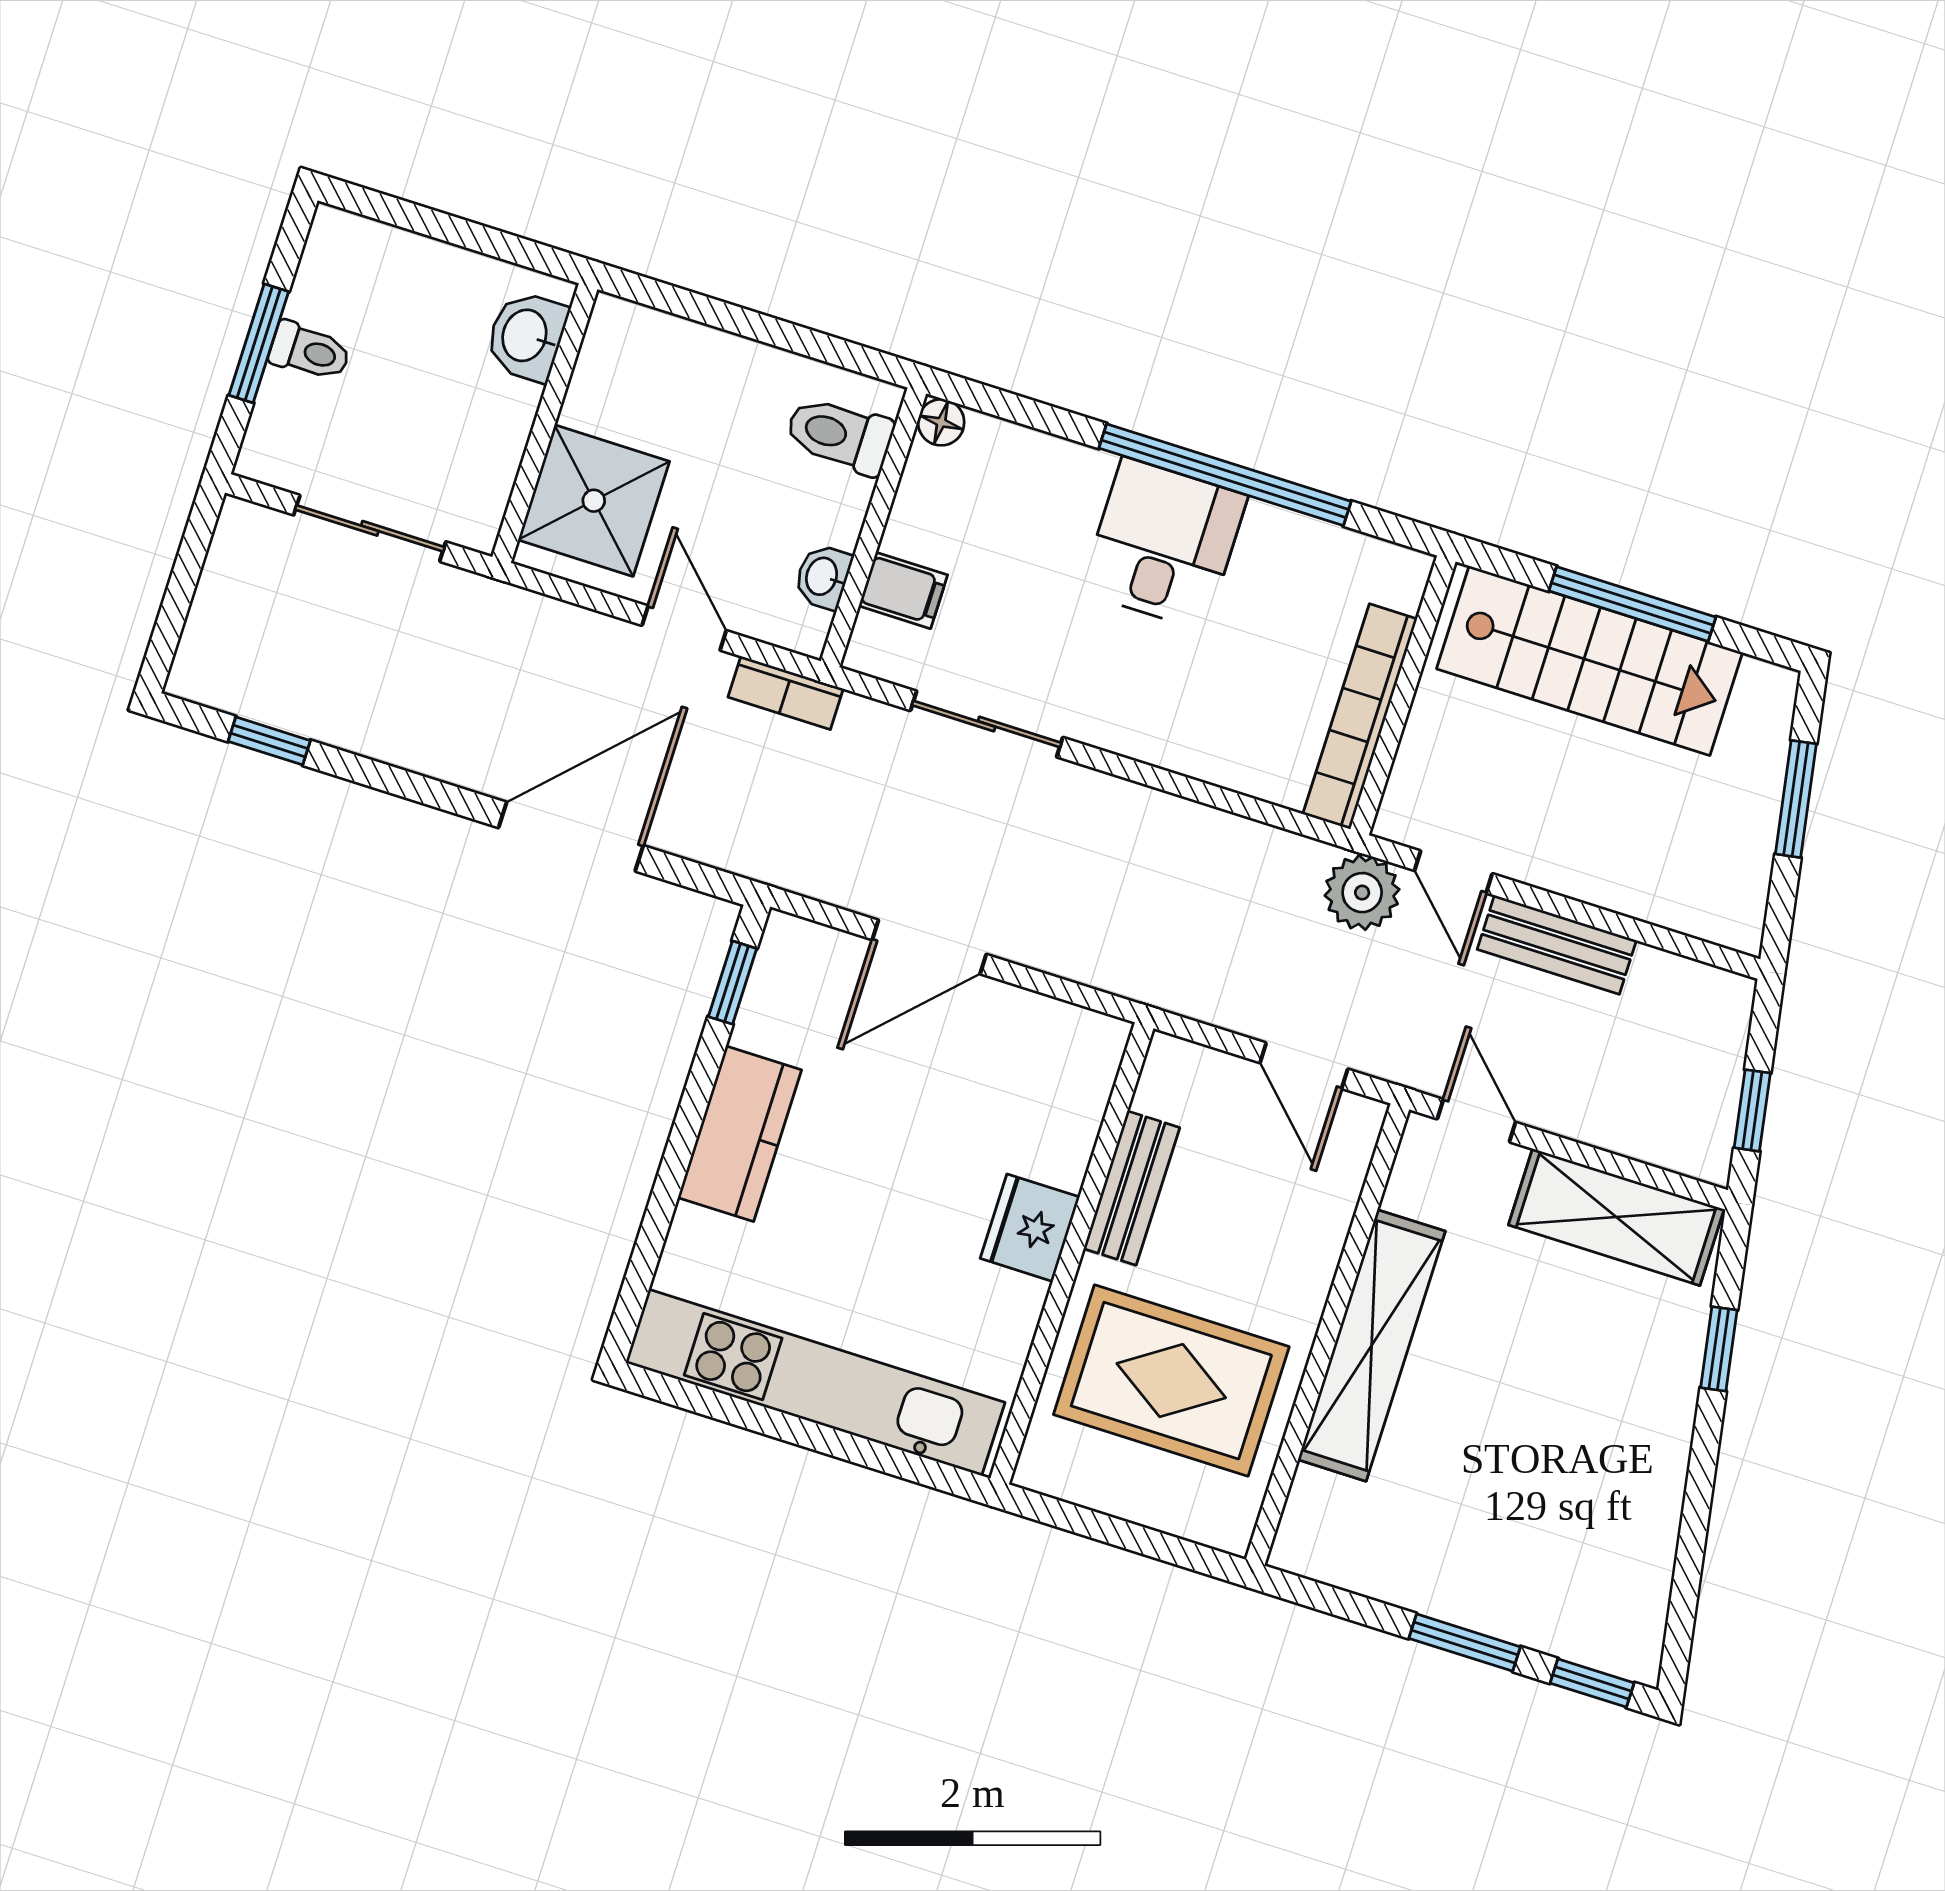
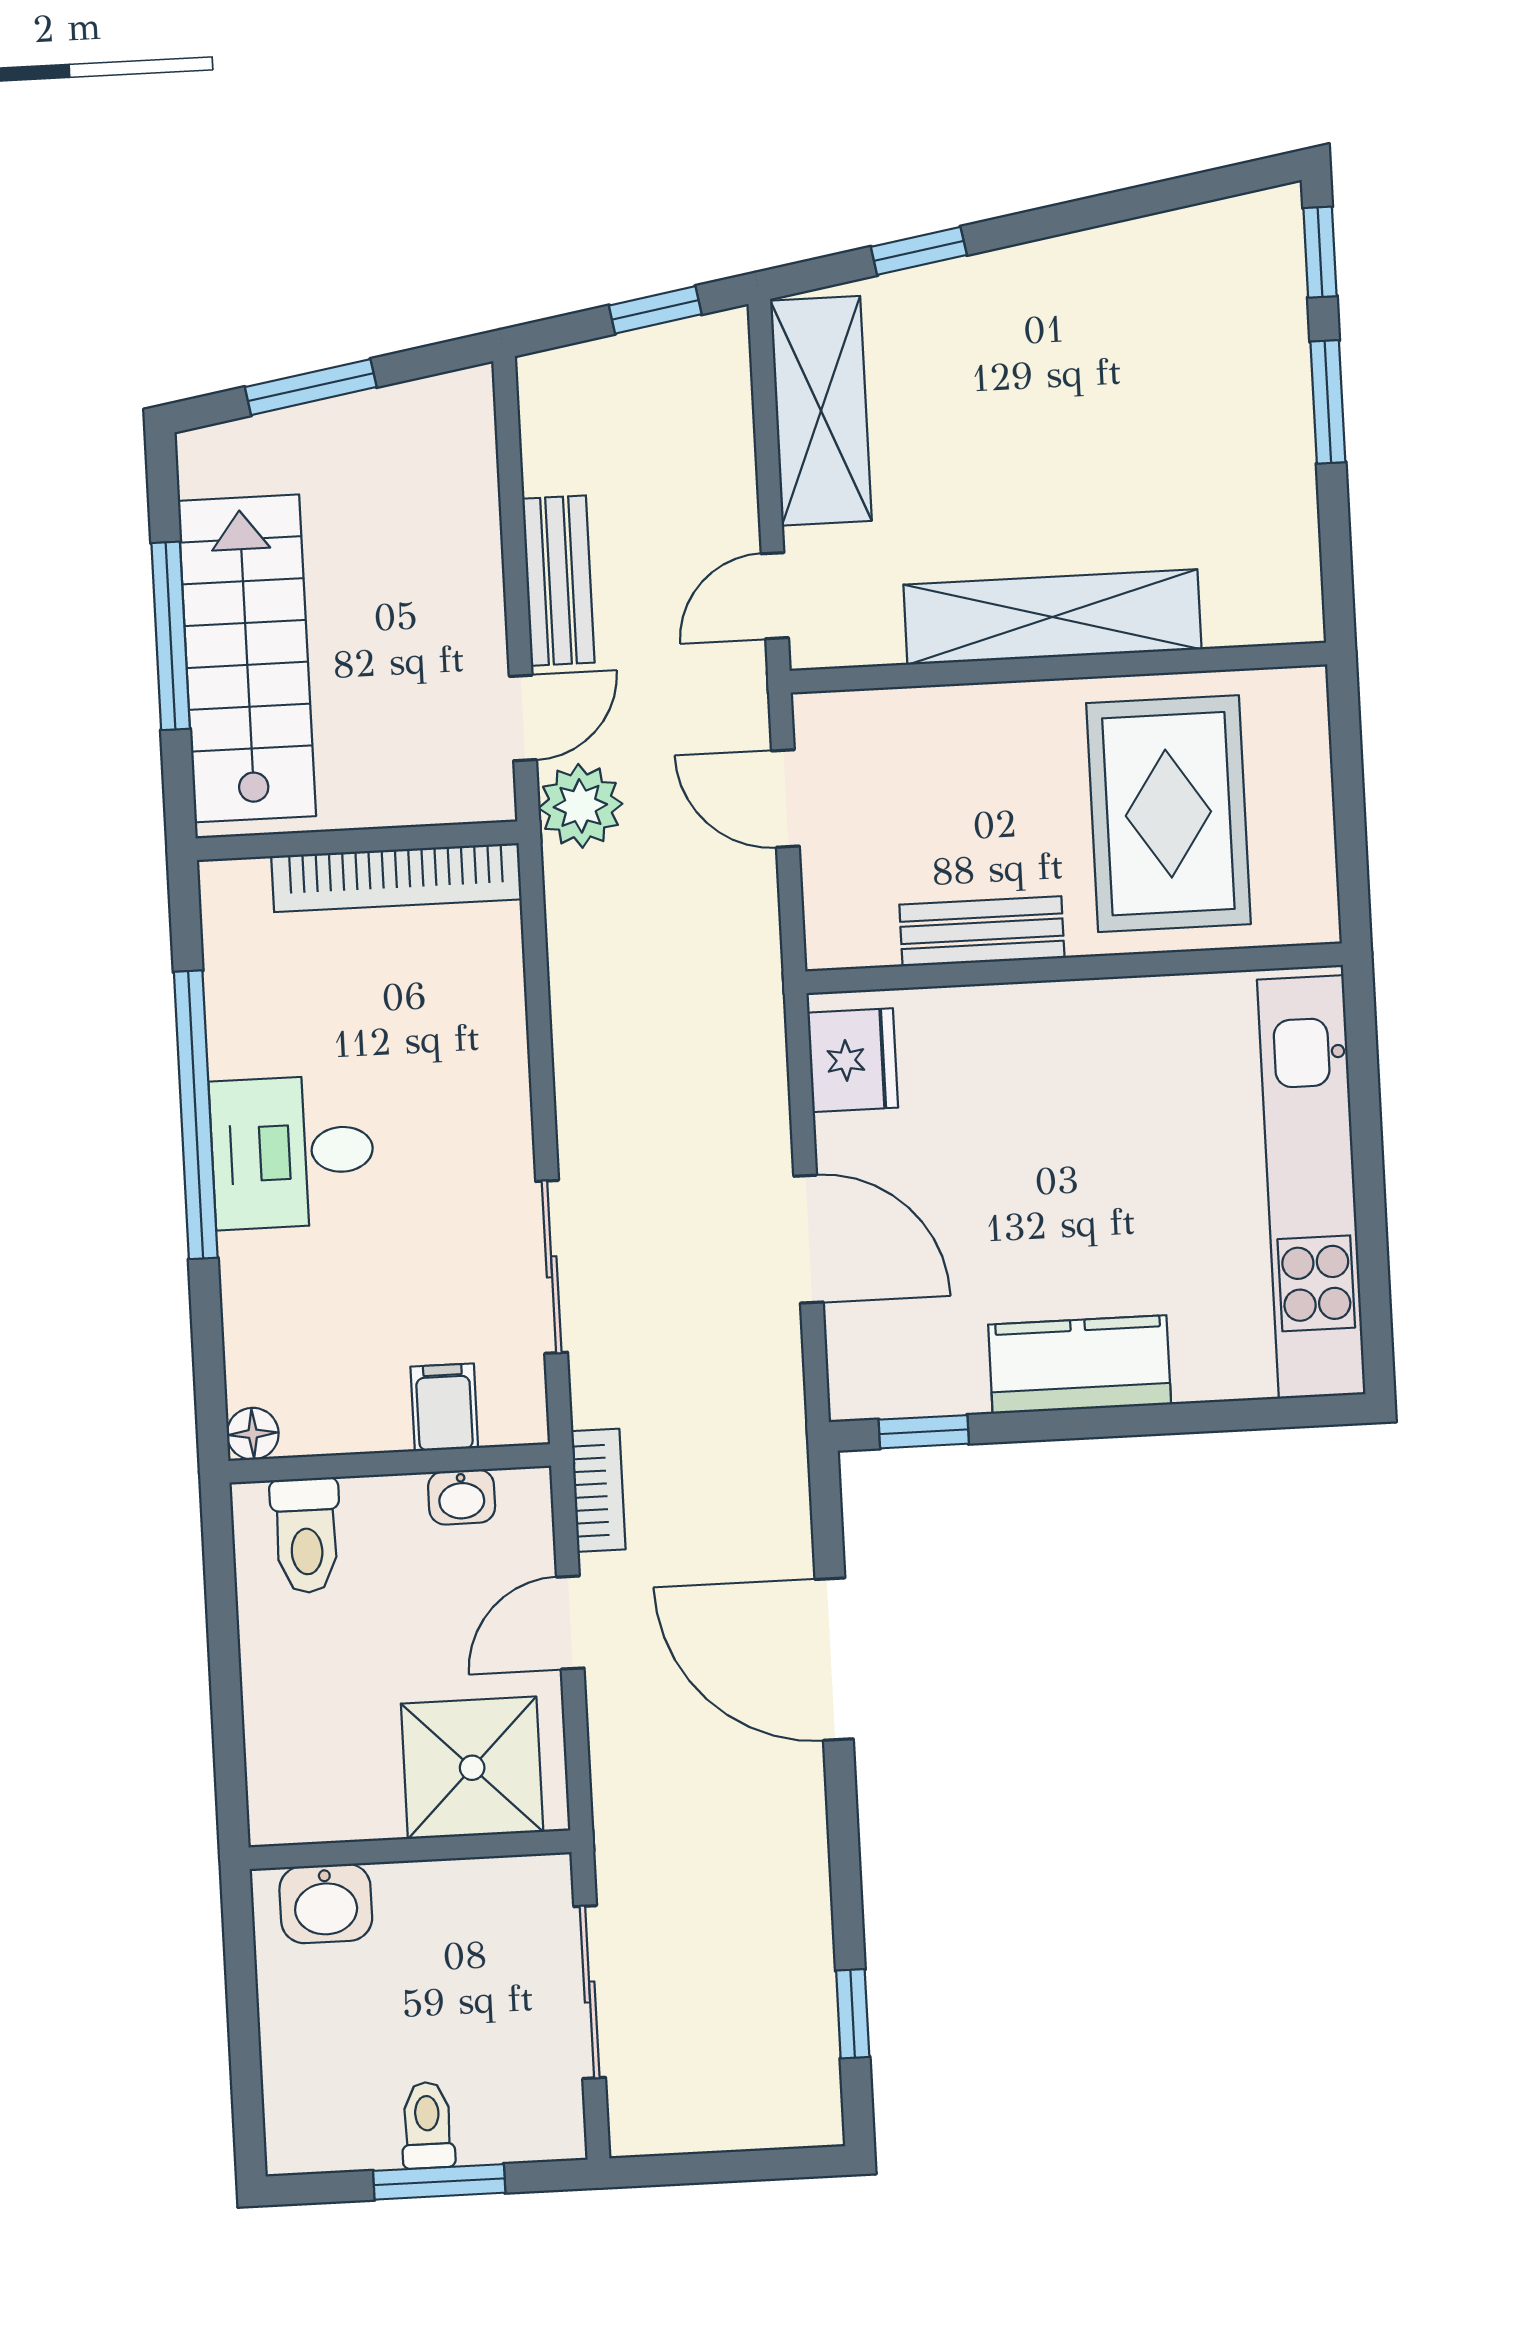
door: (1304, 1066) -> (785, 799), swing flipped
fridge: (1030, 1228) -> (853, 1060), moved, turned -90

